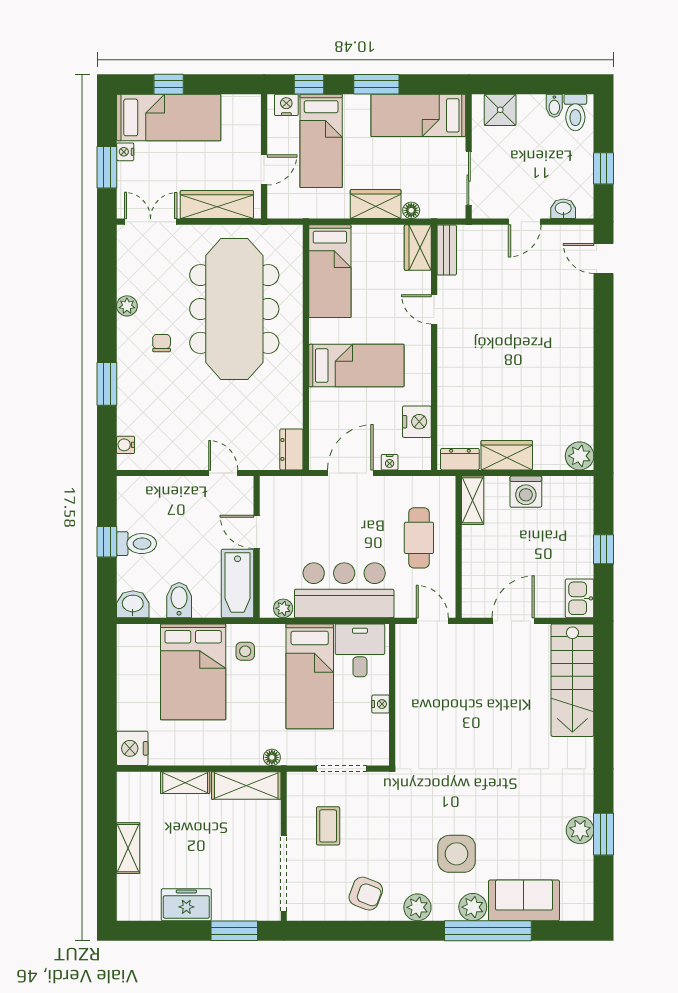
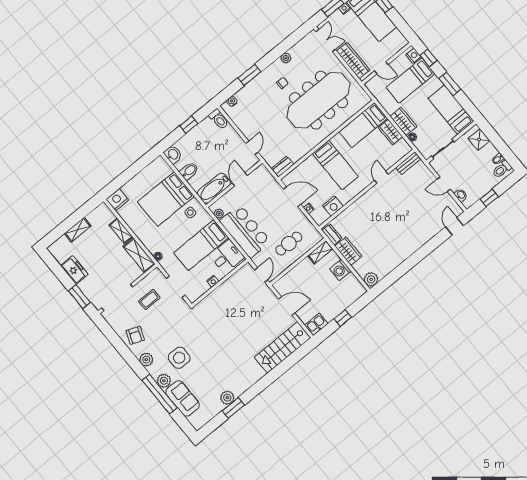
wardrobe: (418, 248) -> (390, 132), moved, turned -90
toilet: (137, 544) -> (219, 119), moved

